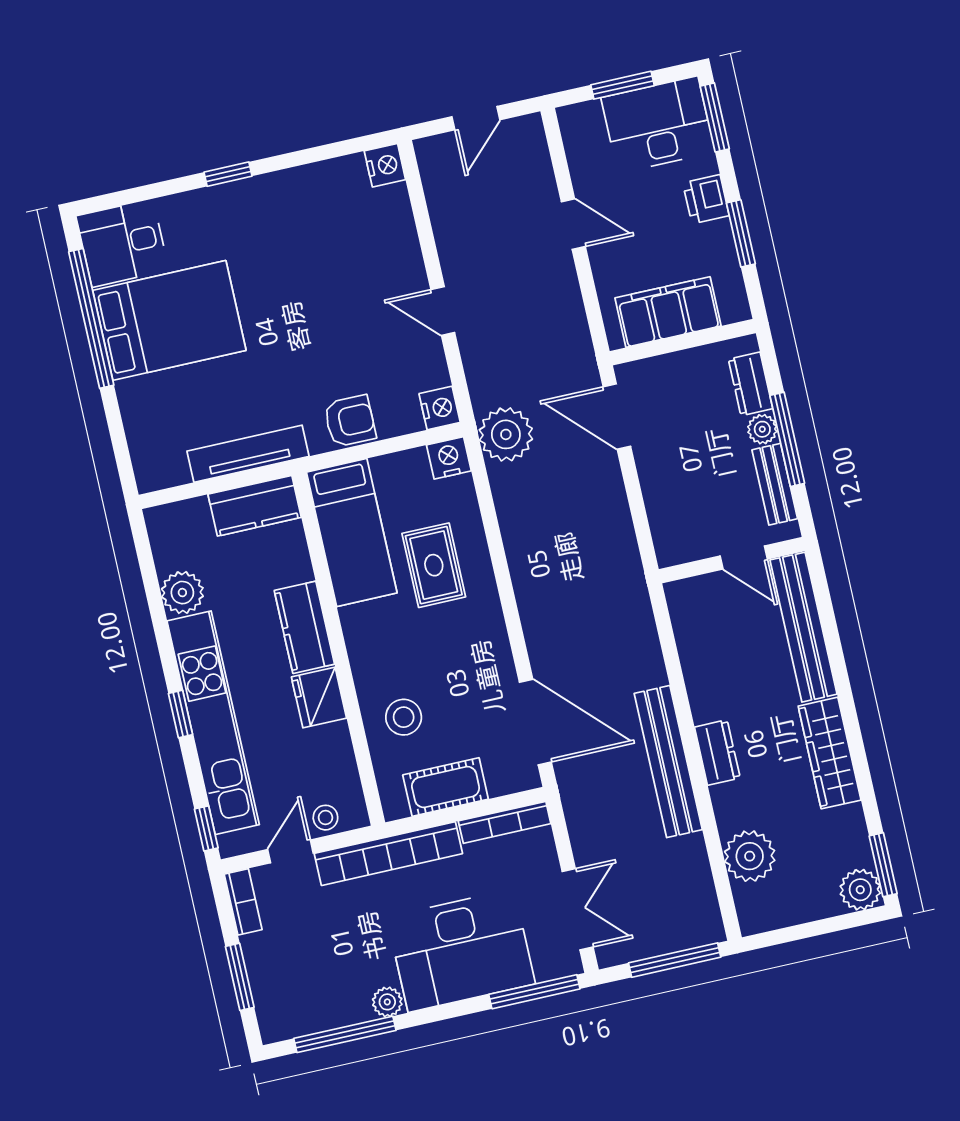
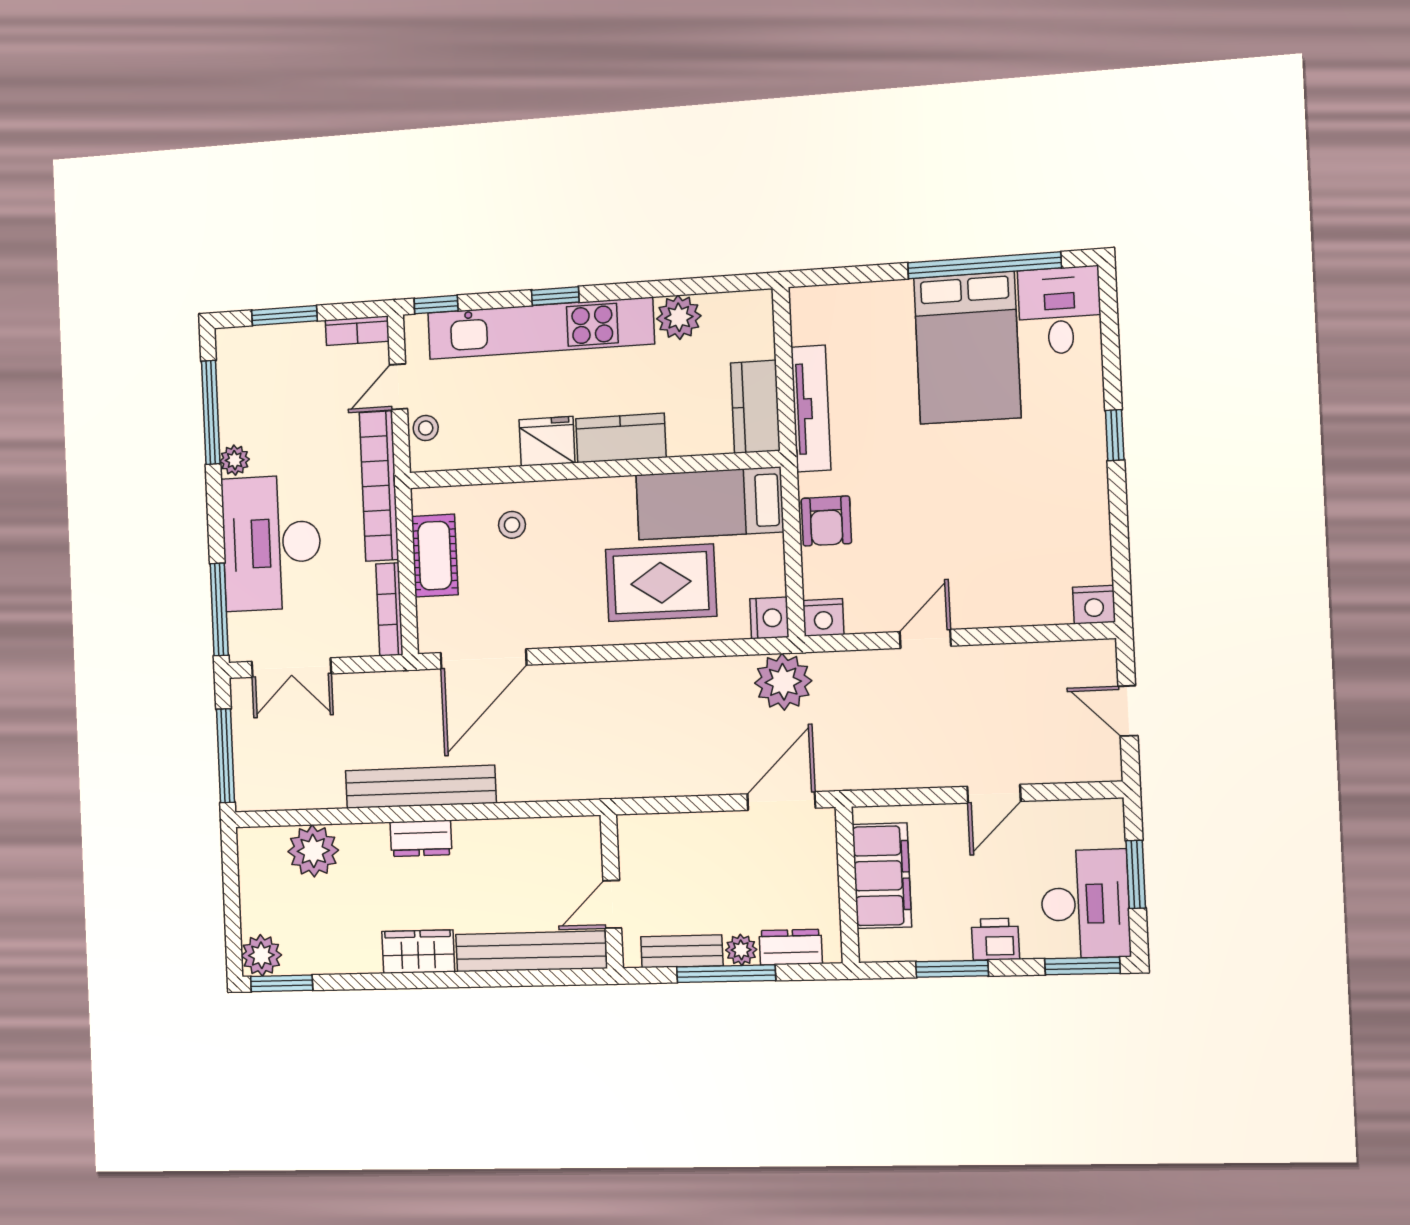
rug: (434, 565) -> (661, 583), width x1.36, depth x1.43
stool: (404, 717) -> (512, 525), width x0.73, depth x0.73
wardrobe: (830, 753) -> (418, 952), width x0.67
door: (290, 851) -> (398, 387), swing flipped

